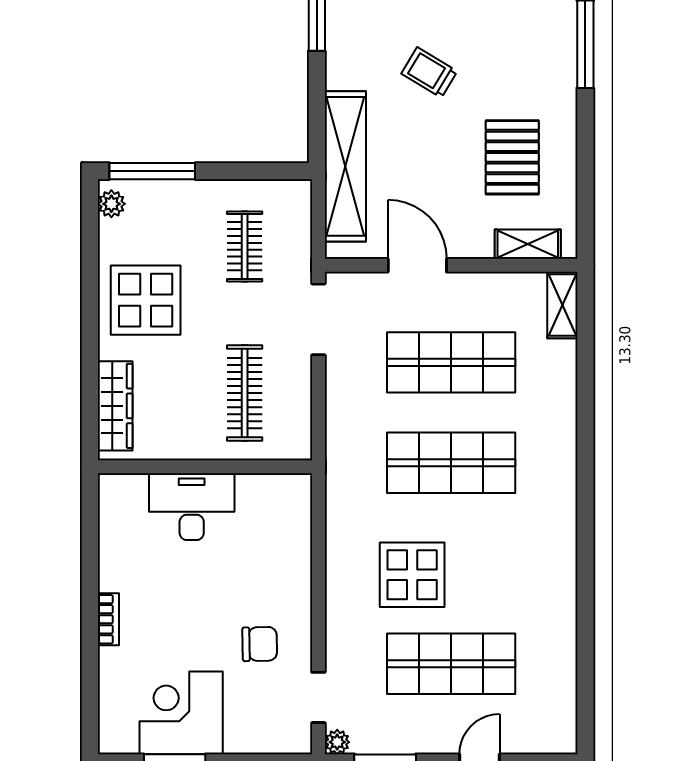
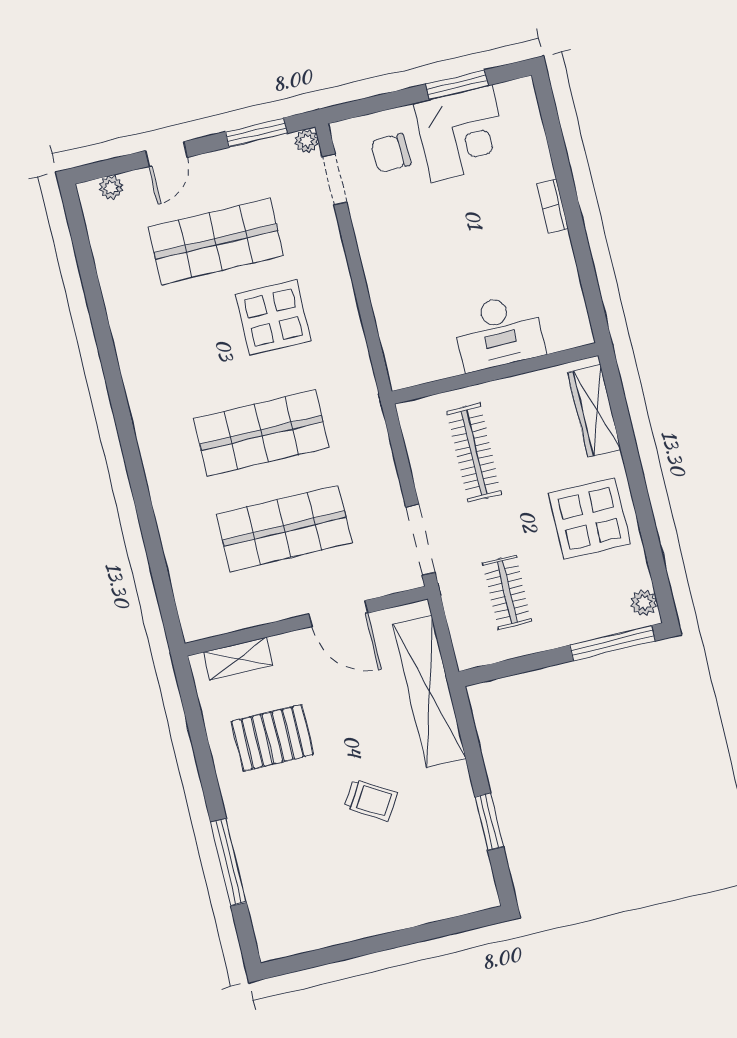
pallet: (512, 157) -> (273, 738), turned 90
shelving: (562, 305) -> (191, 608), removed
chair: (260, 644) -> (391, 153), moved
plant: (542, 742) -> (111, 187), added

